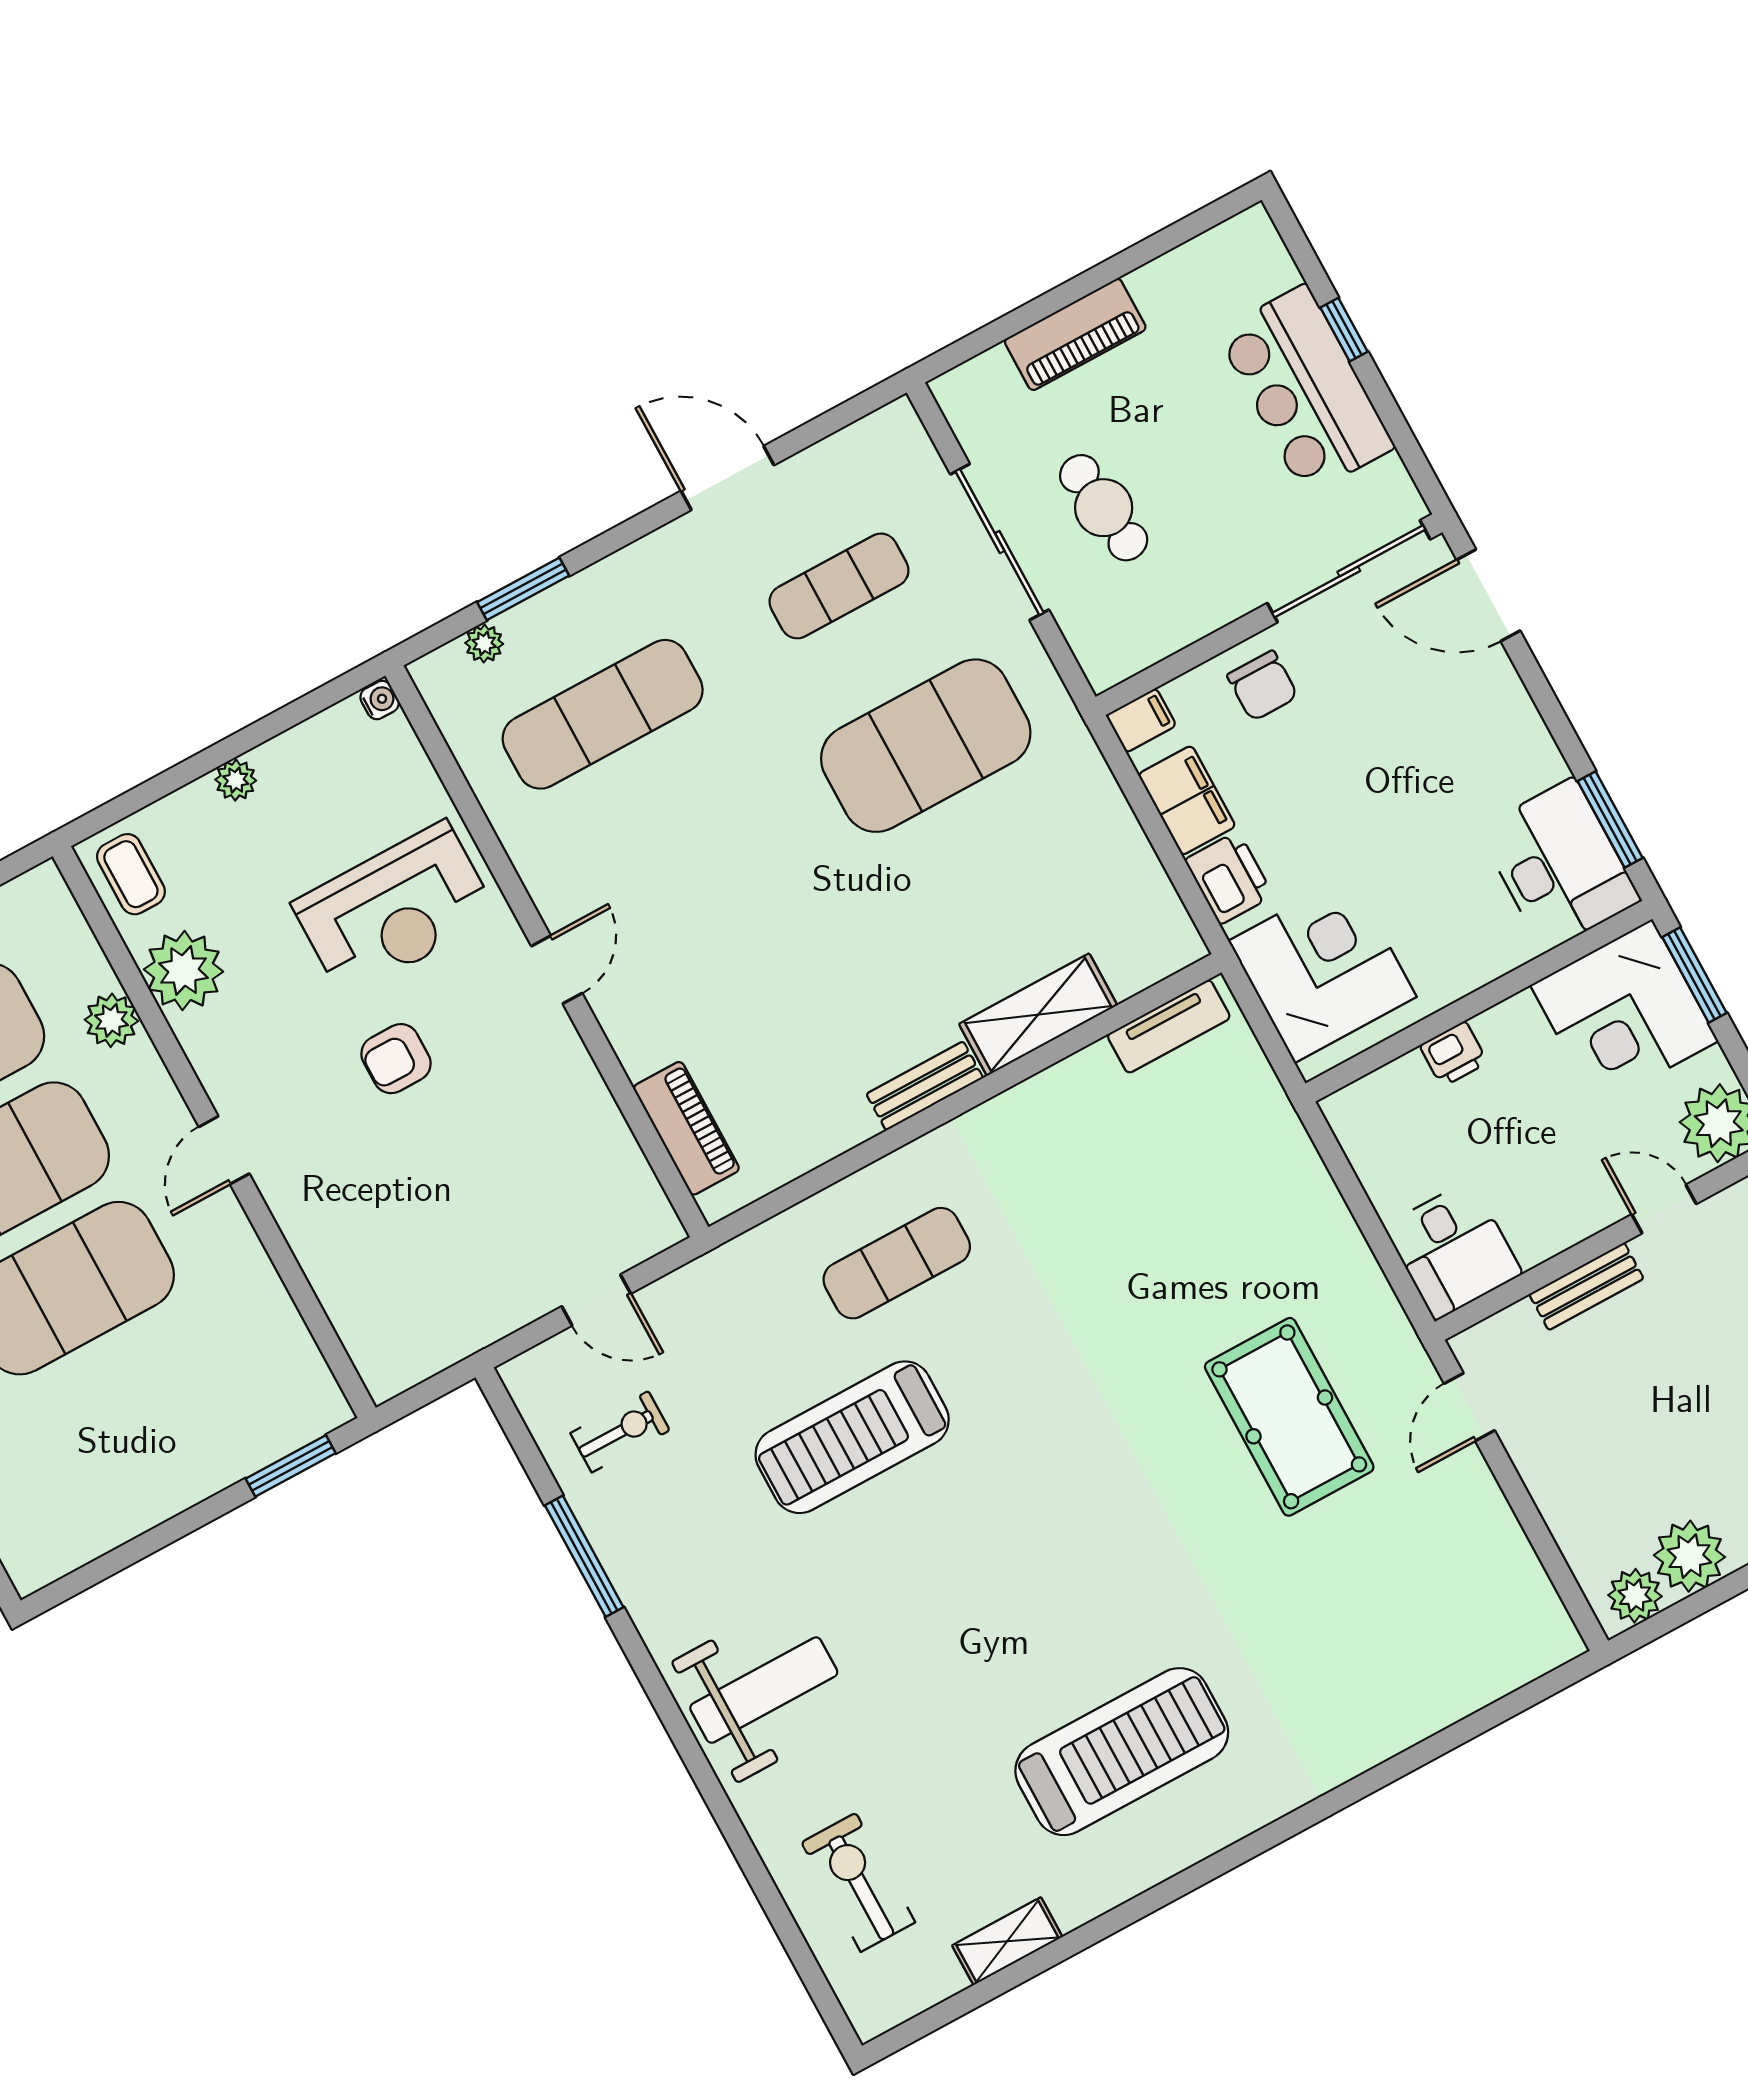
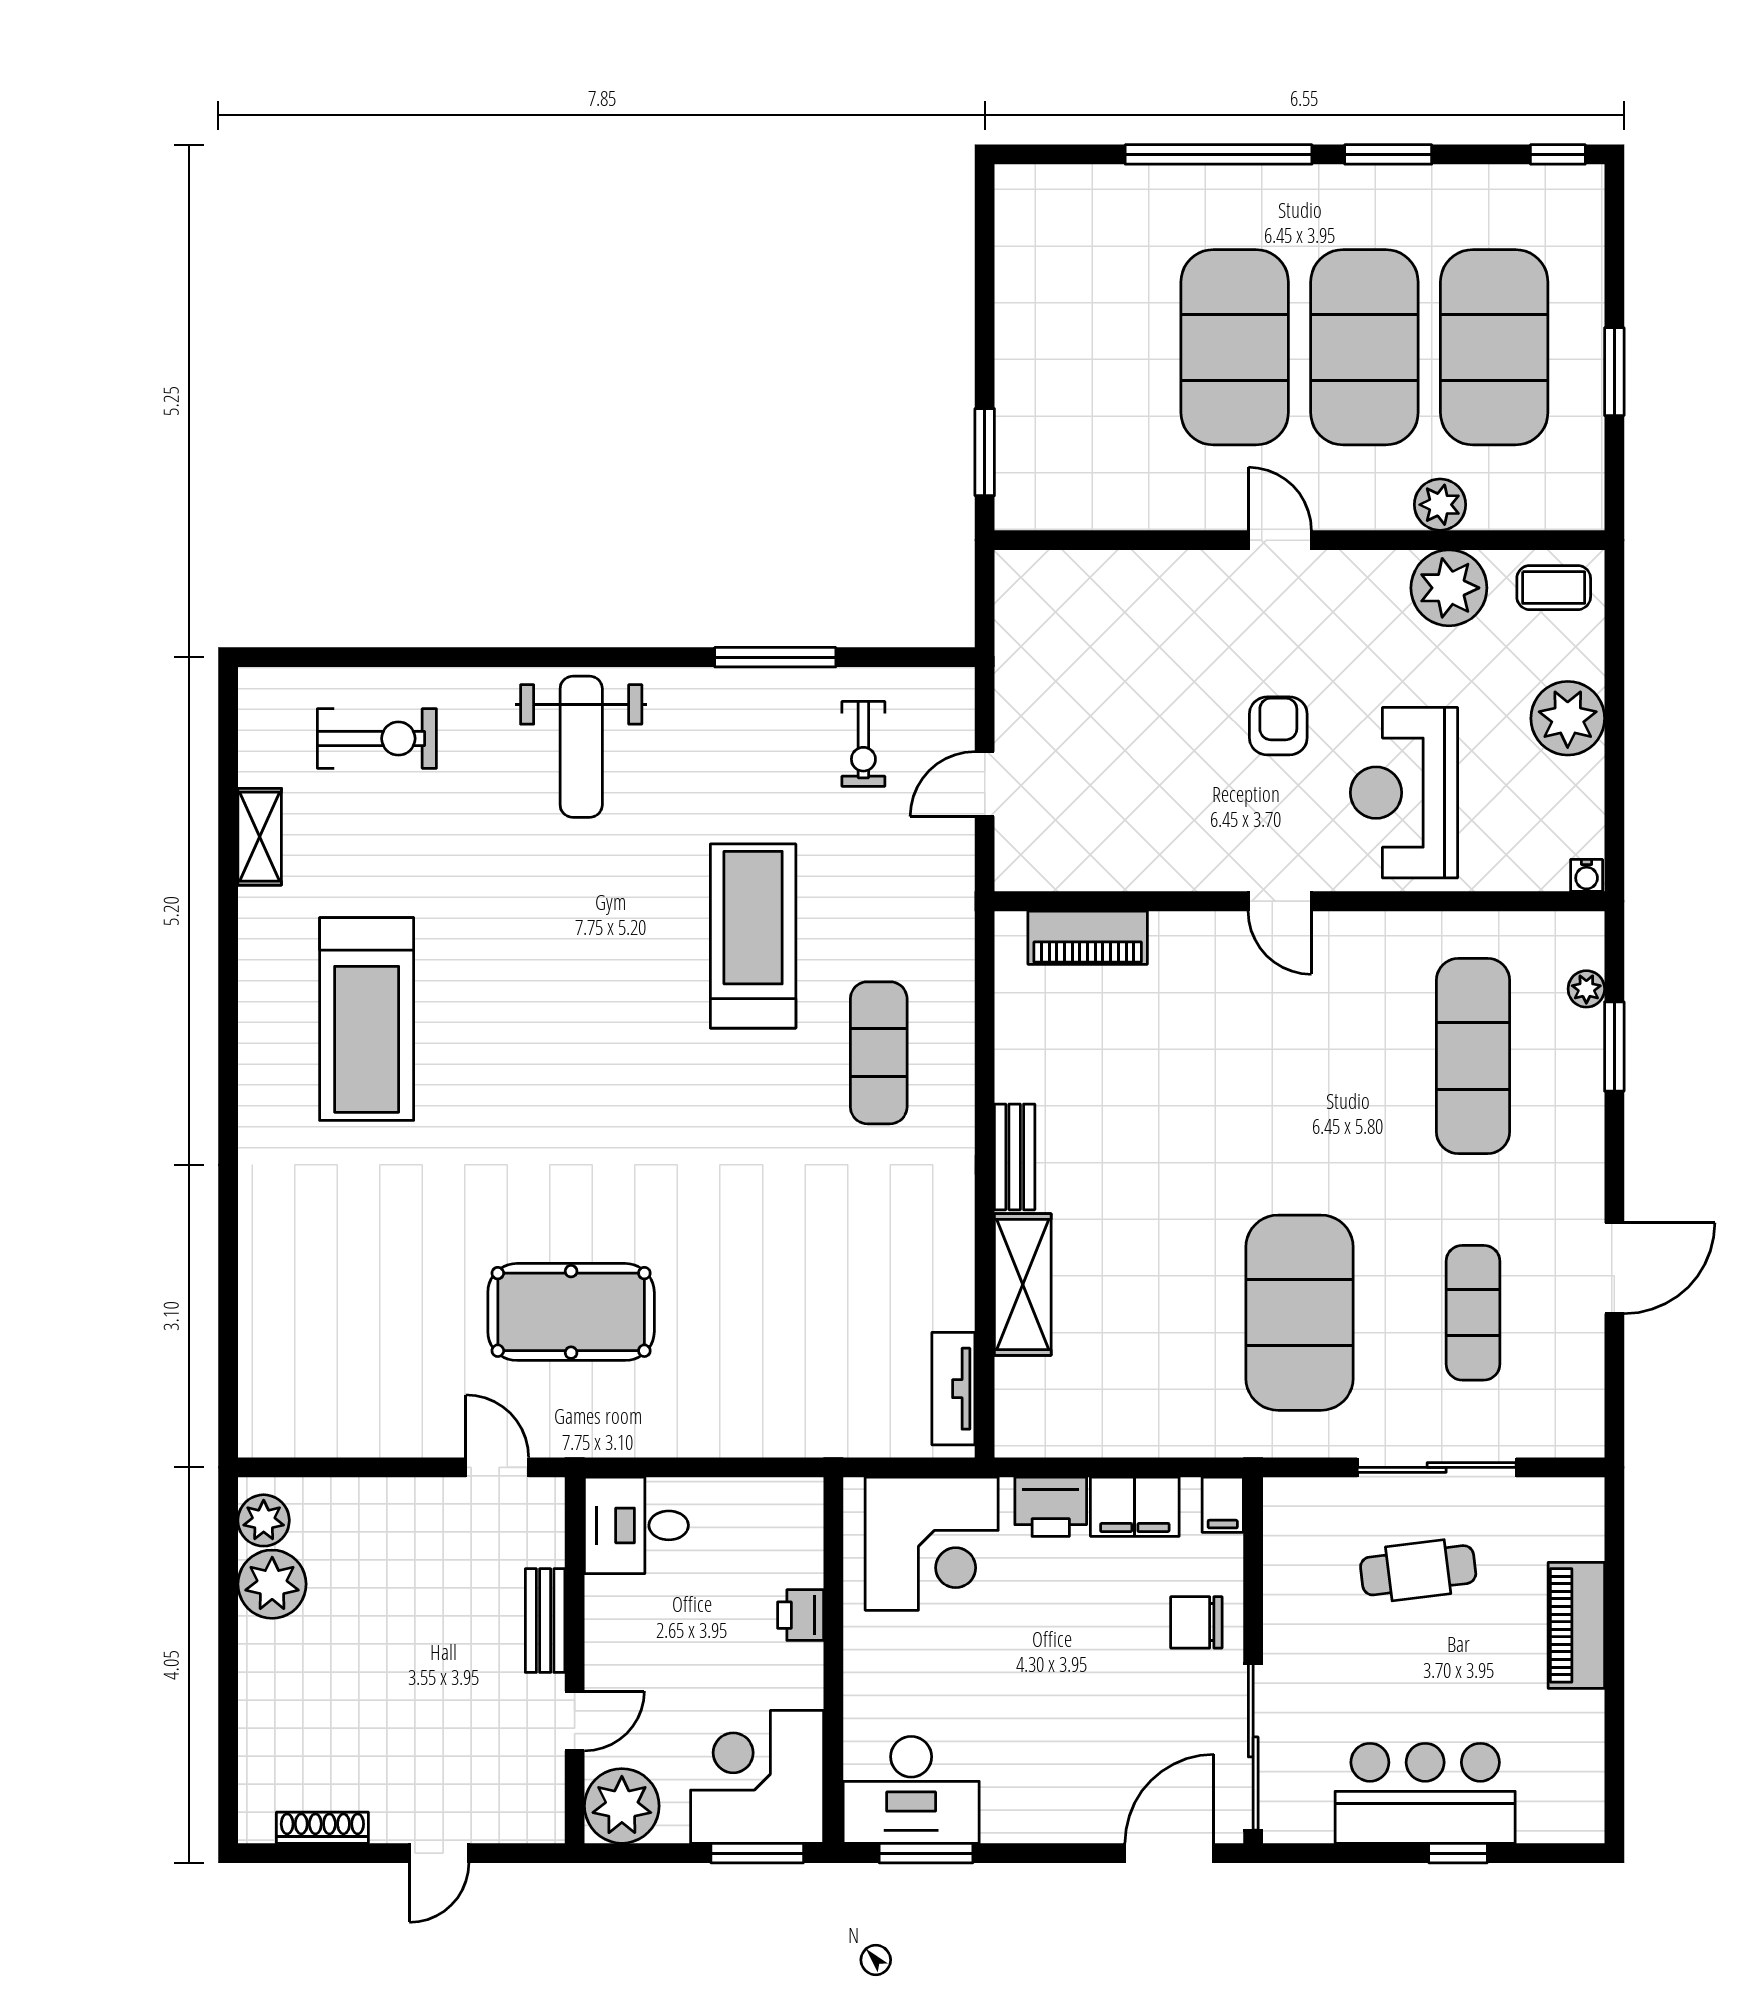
plant: (236, 780) -> (1568, 718), width x1.88, depth x1.88

